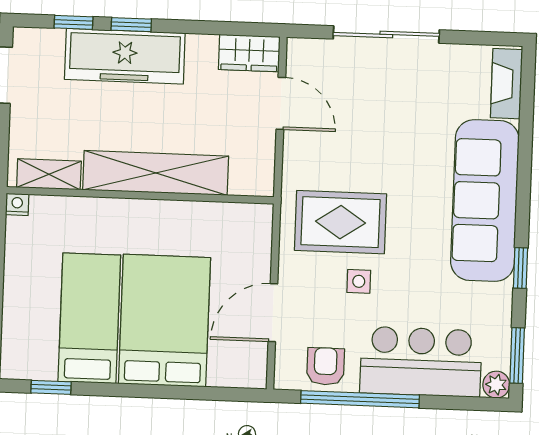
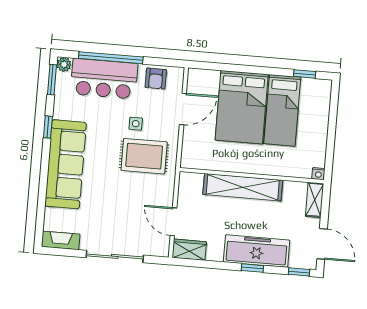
window: (73, 22) -> (299, 272), moved
fireplace: (506, 84) -> (61, 240), moved, turned -90
shelving: (49, 174) -> (315, 200), moved, turned 90
window: (360, 399) -> (111, 58), moved

